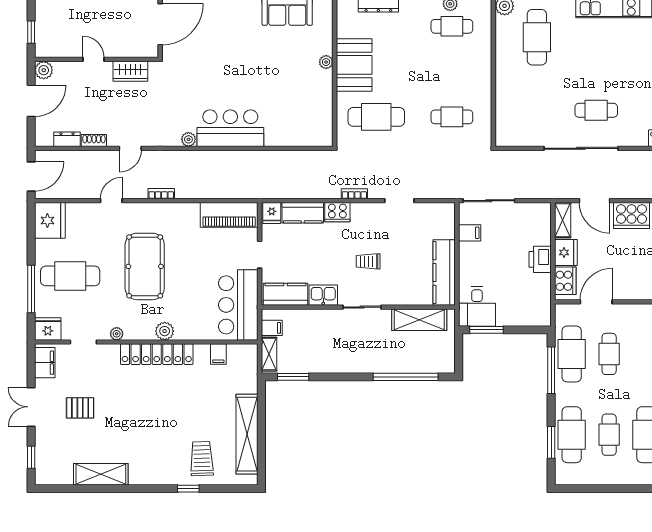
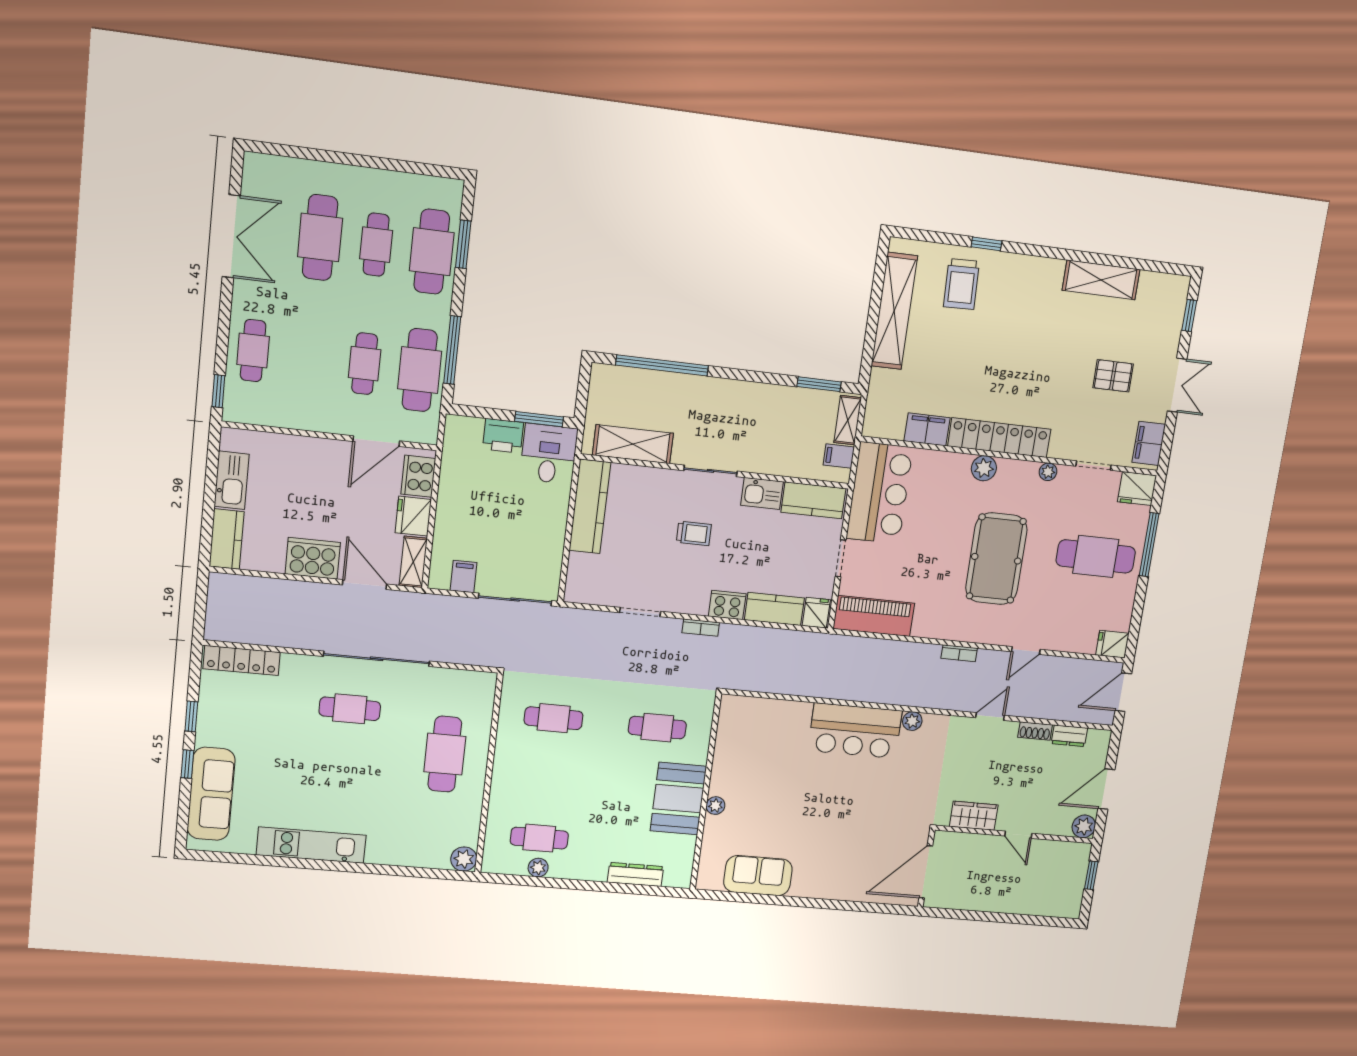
cafe table: (537, 37) -> (445, 754), moved
cafe table: (376, 117) -> (657, 728), width x0.73, depth x0.74
fridge: (50, 220) -> (1112, 644), width x0.53, depth x0.75
filing cabinet: (470, 233) -> (464, 577), moved, turned 90
printer: (540, 259) -> (503, 436), moved, turned 90
filing cabinet: (218, 354) -> (927, 429), width x2.00

